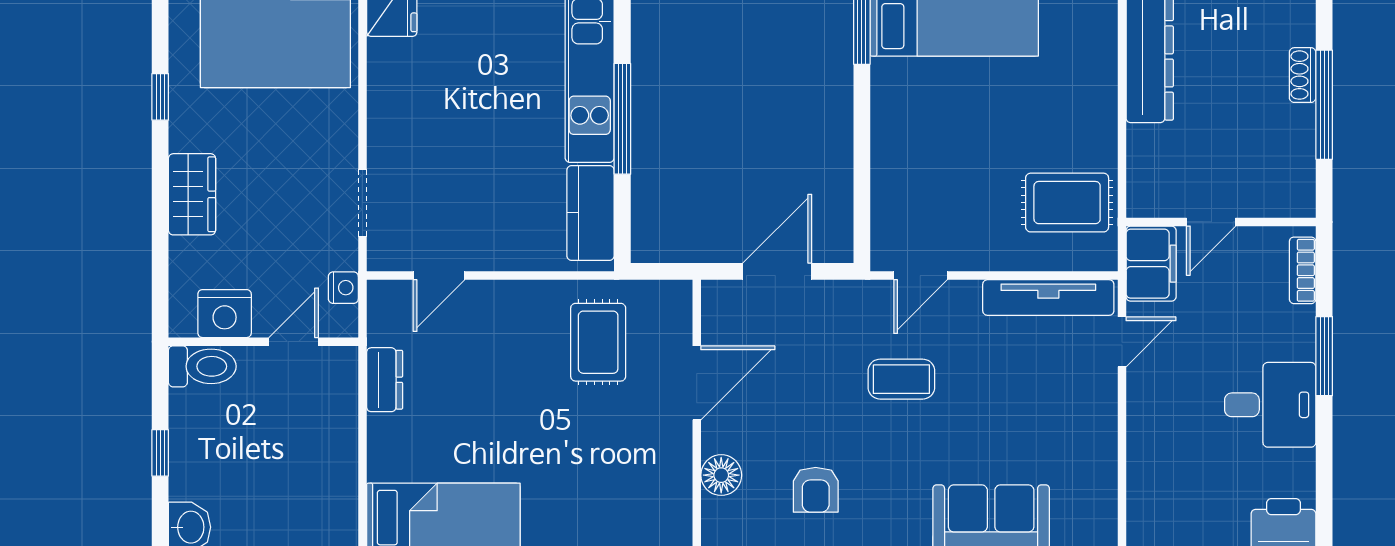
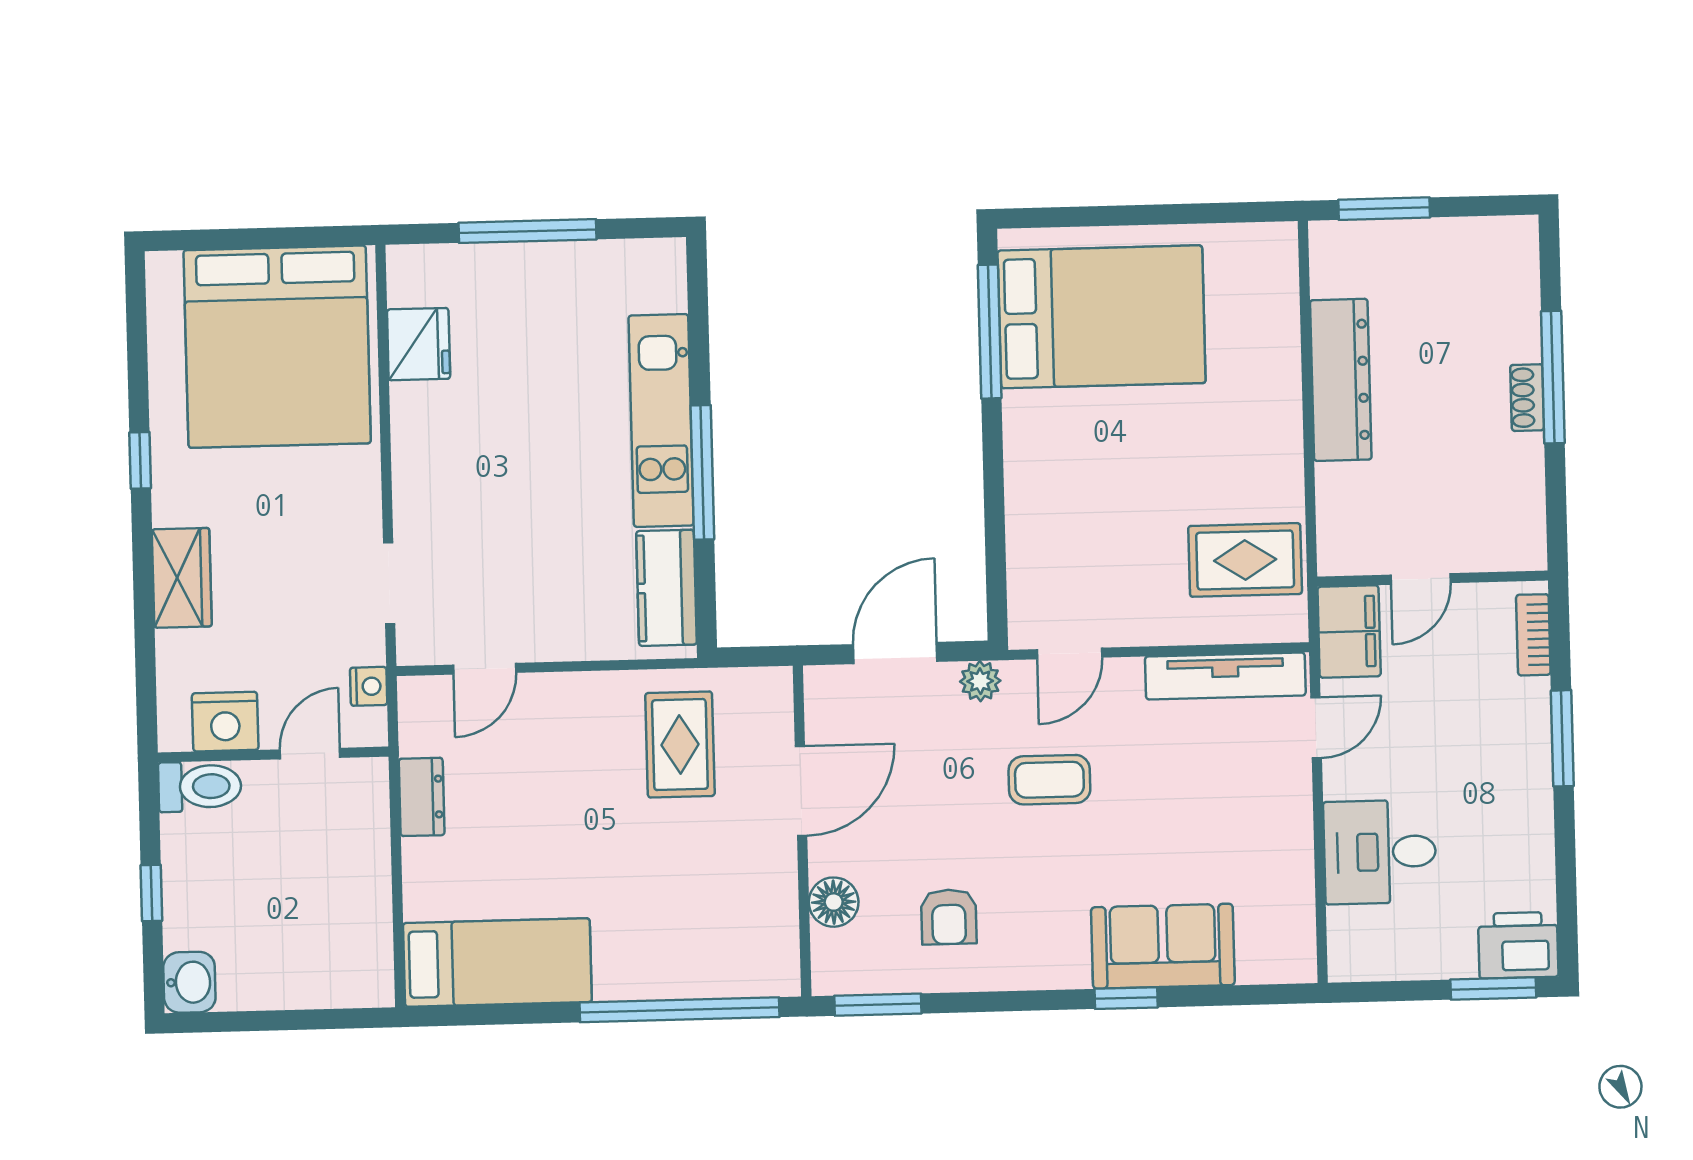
window: (1324, 105) -> (1553, 377), moved
plant: (847, 296) -> (980, 681), added
desk: (1270, 405) -> (1380, 852), moved, turned 180

